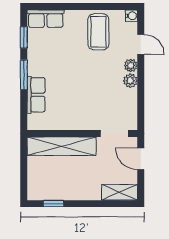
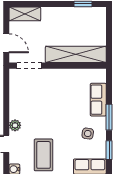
side table: (48, 56) -> (88, 134), added
plant: (130, 81) -> (15, 112), removed

